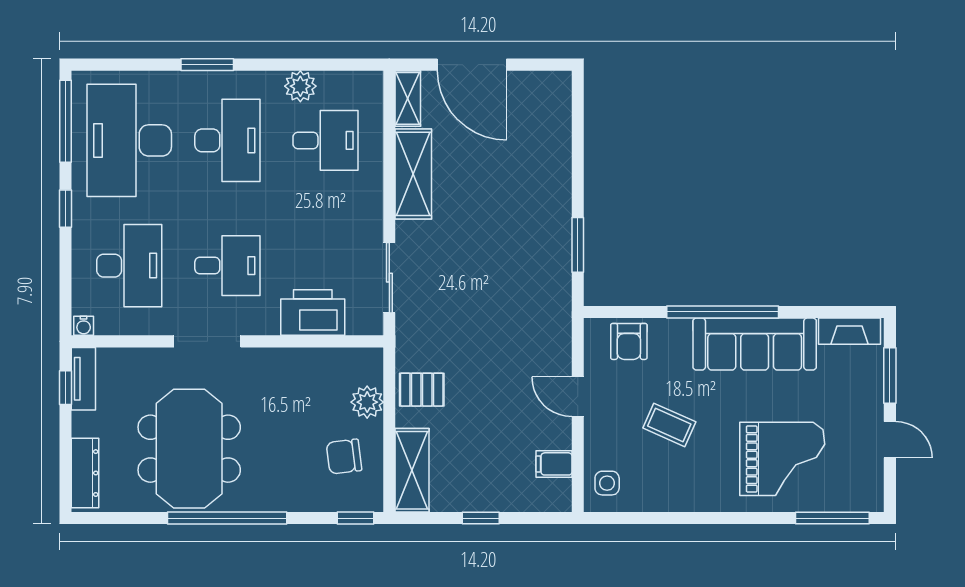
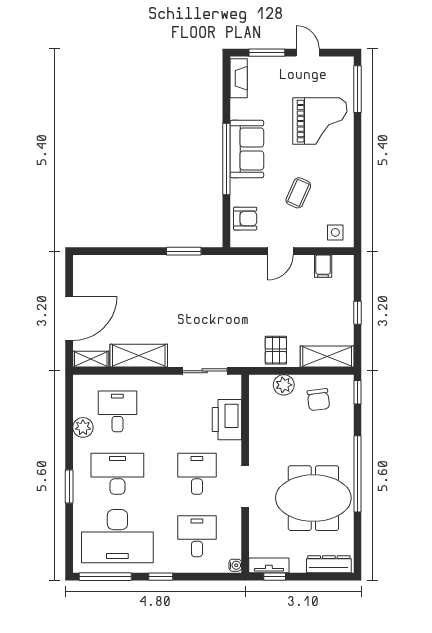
desk: (129, 266) -> (197, 536), width x0.73
sofa: (755, 344) -> (247, 149), width x0.73
door: (890, 440) -> (308, 53), hinge flipped
grand piano: (782, 459) -> (320, 121), turned 90

